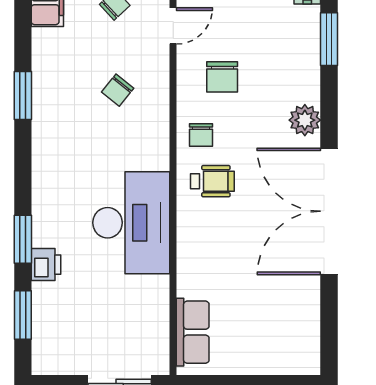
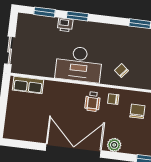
chair: (222, 77) -> (137, 111), turned 90
chair: (118, 90) -> (121, 70), moved

